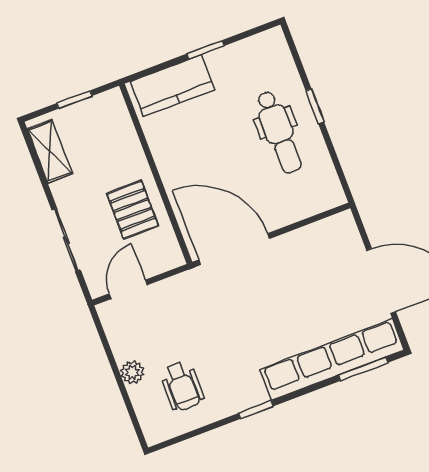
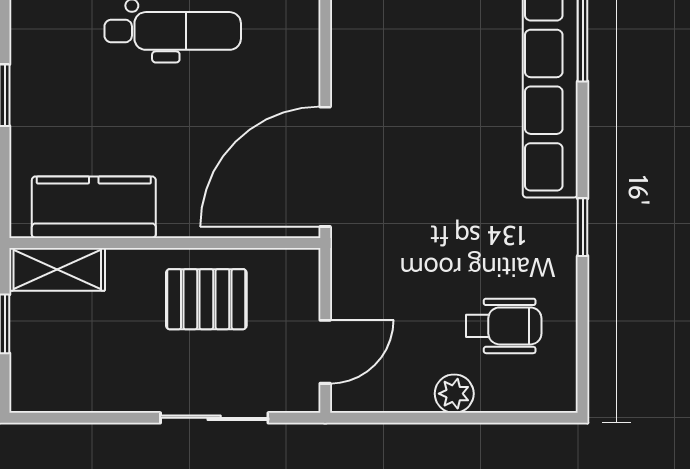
kitchen counter: (173, 86) -> (94, 207), moved, turned -90
shelving: (50, 151) -> (57, 269), moved
door: (128, 289) -> (325, 352), swing flipped

